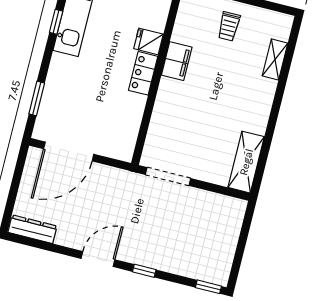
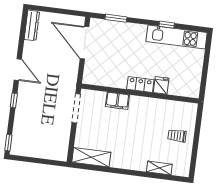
filing cabinet: (177, 61) -> (117, 101), moved

